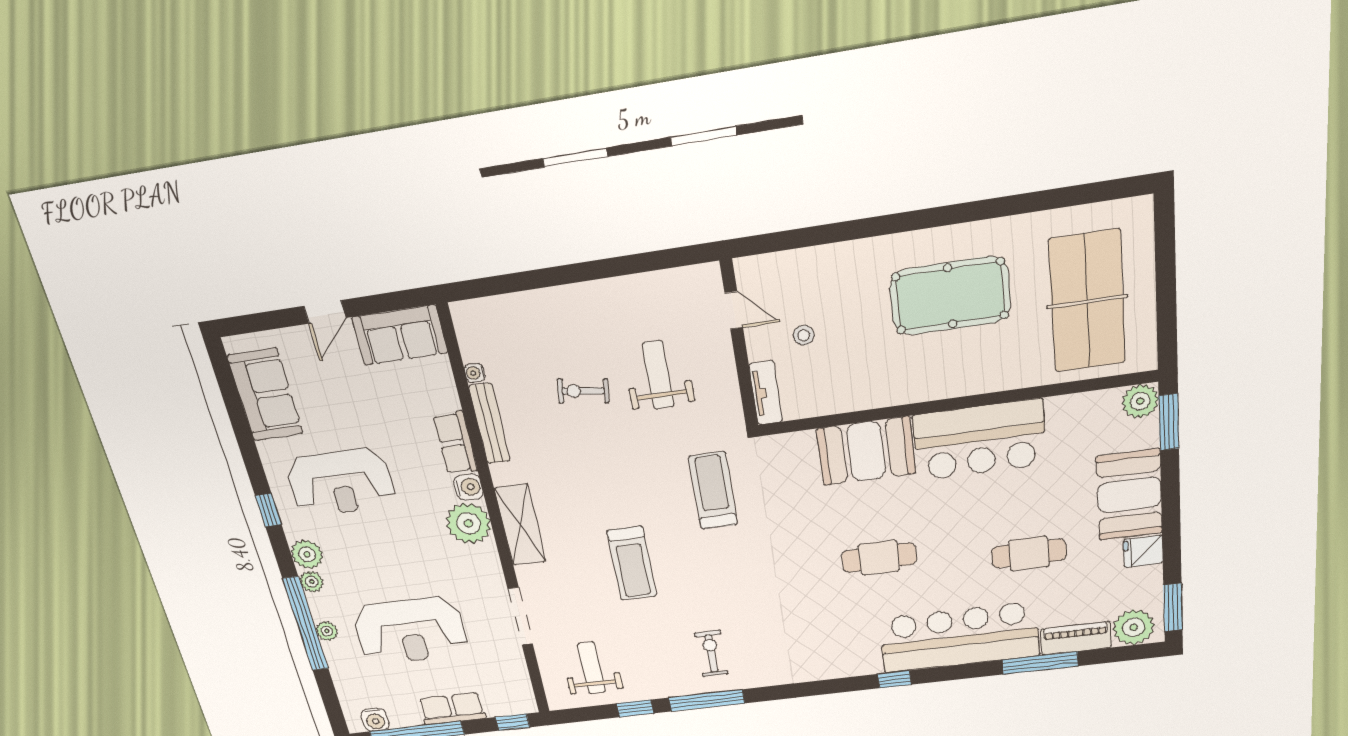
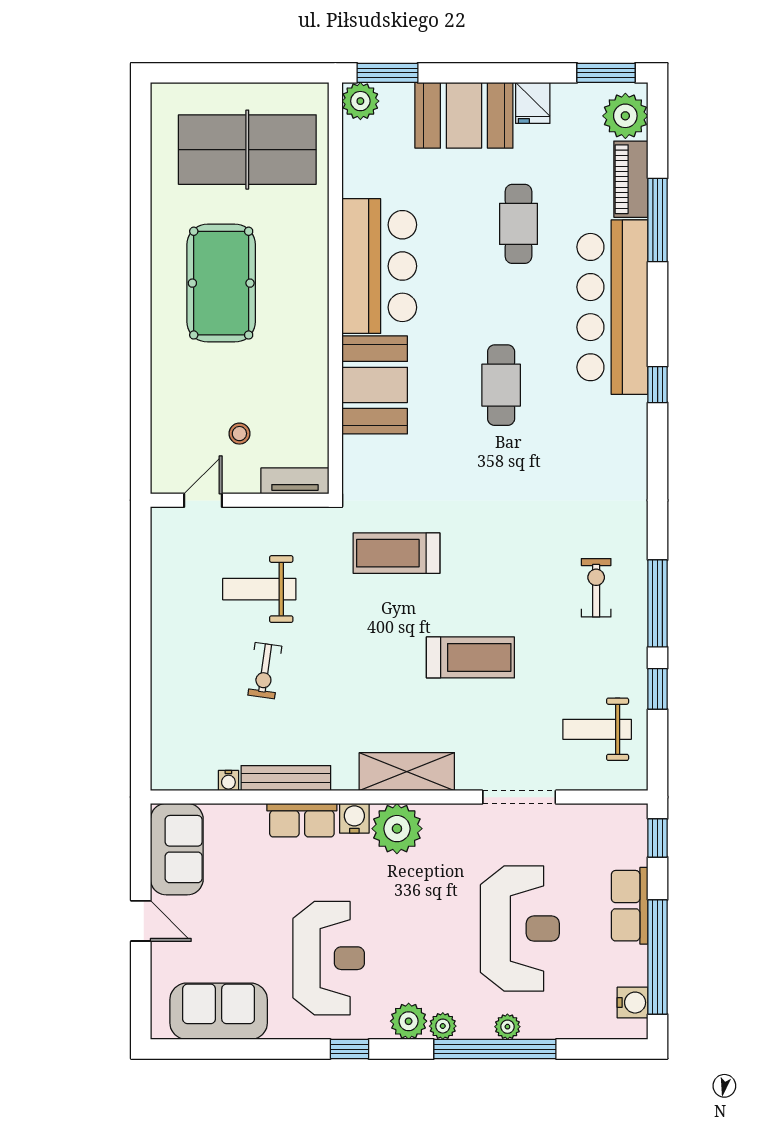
exercise bike: (711, 653) -> (596, 588), turned 90

